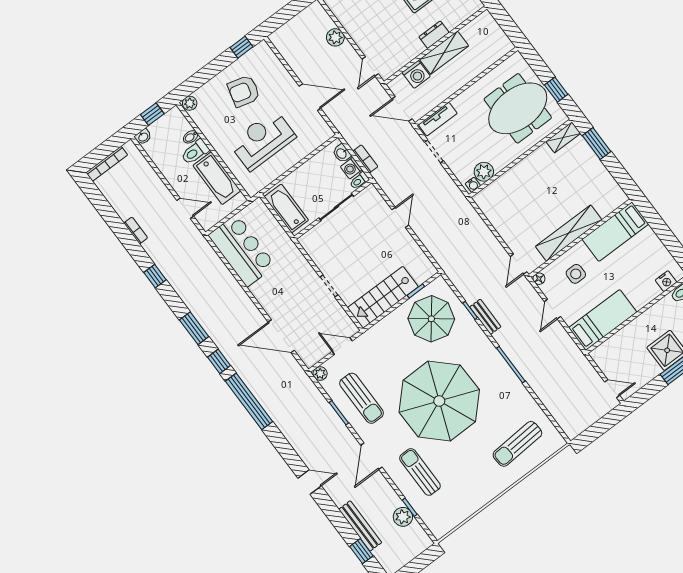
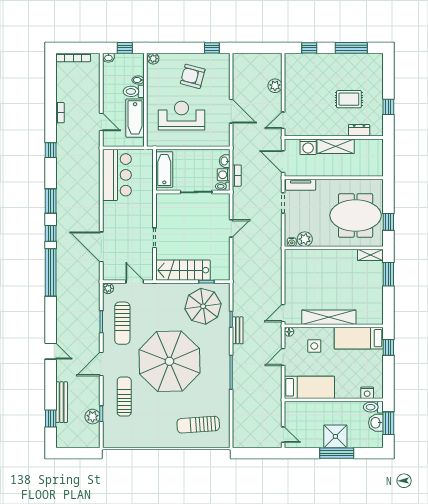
dresser: (434, 35) -> (359, 130), moved
window: (653, 218) -> (388, 347), added

